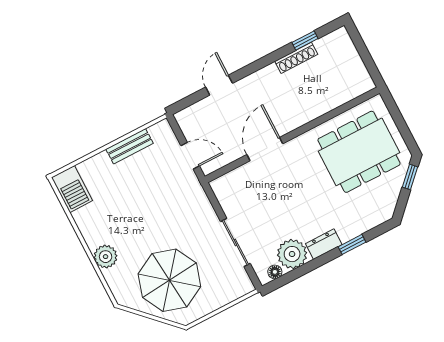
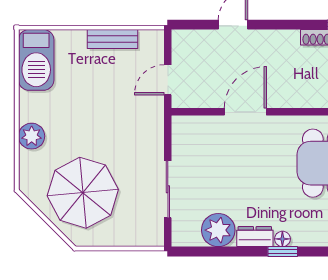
door: (190, 156) -> (168, 80), swing flipped
barbecue: (72, 189) -> (36, 60), width x1.37, depth x1.21
floor lamp: (275, 272) -> (282, 239), moved

